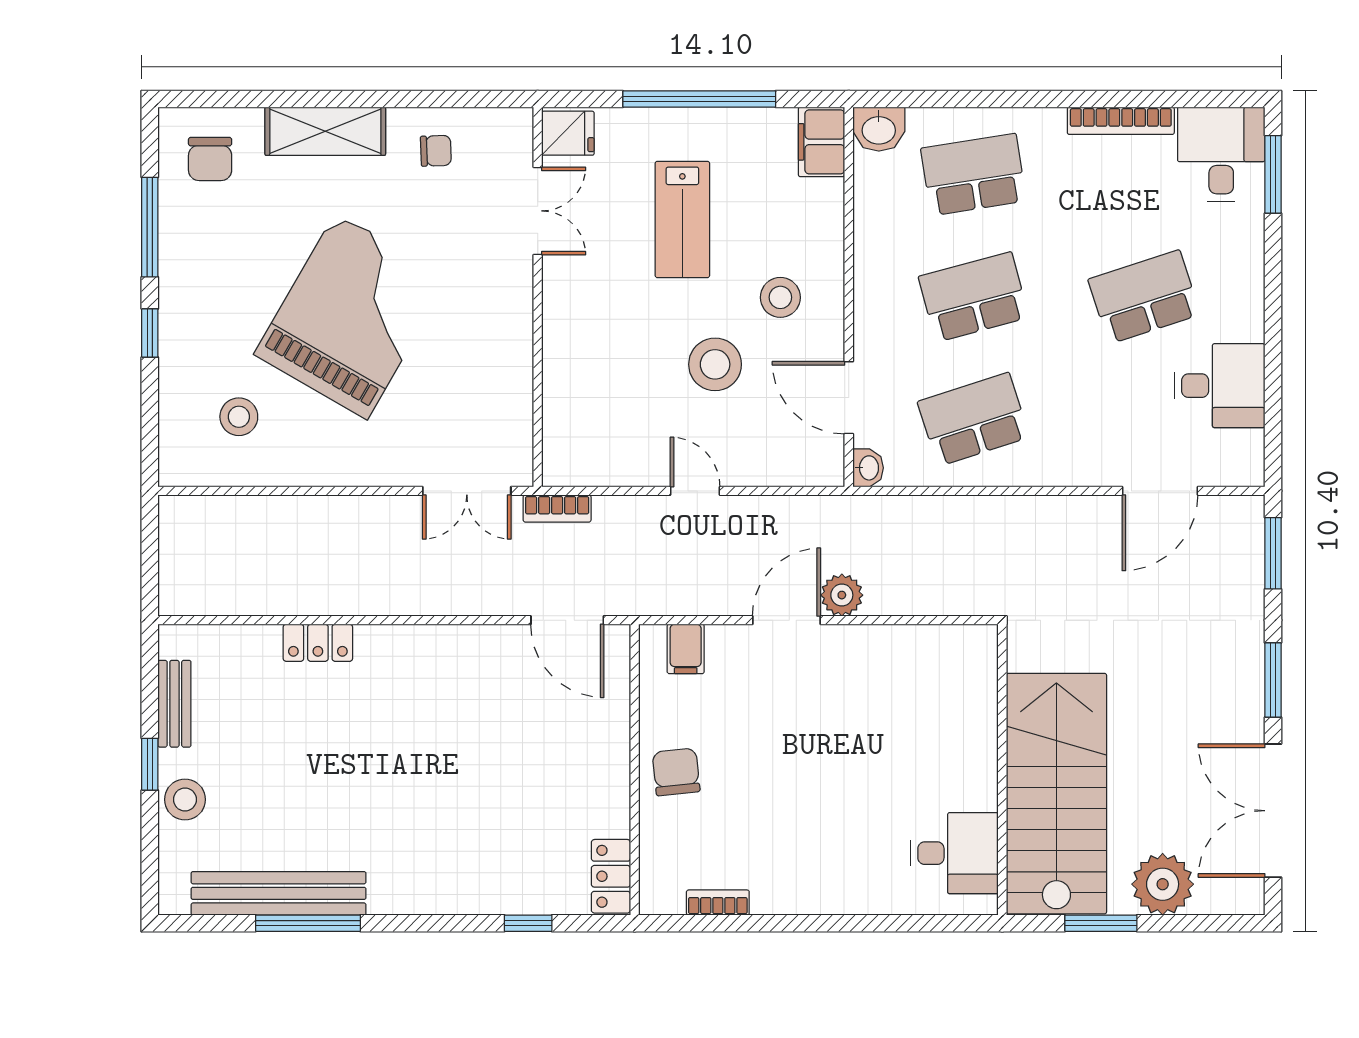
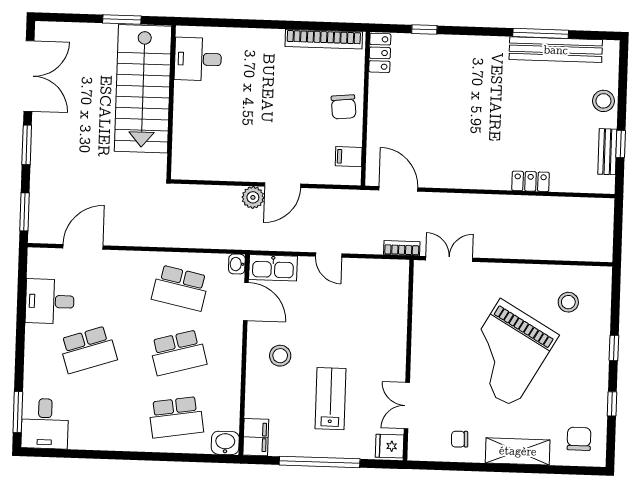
bookcase: (1121, 121) -> (97, 443), removed
window: (150, 227) -> (612, 404), width x0.46
stool: (715, 364) -> (316, 321), removed
school desk: (974, 419) -> (180, 288), turned 30
kitchen sink: (799, 463) -> (273, 268), added
filing cabinet: (686, 649) -> (349, 157), moved, turned -90
window: (150, 764) -> (621, 144), moved
plant: (1163, 884) -> (89, 39), removed
bookcase: (718, 903) -> (324, 39), width x2.31, depth x1.31

